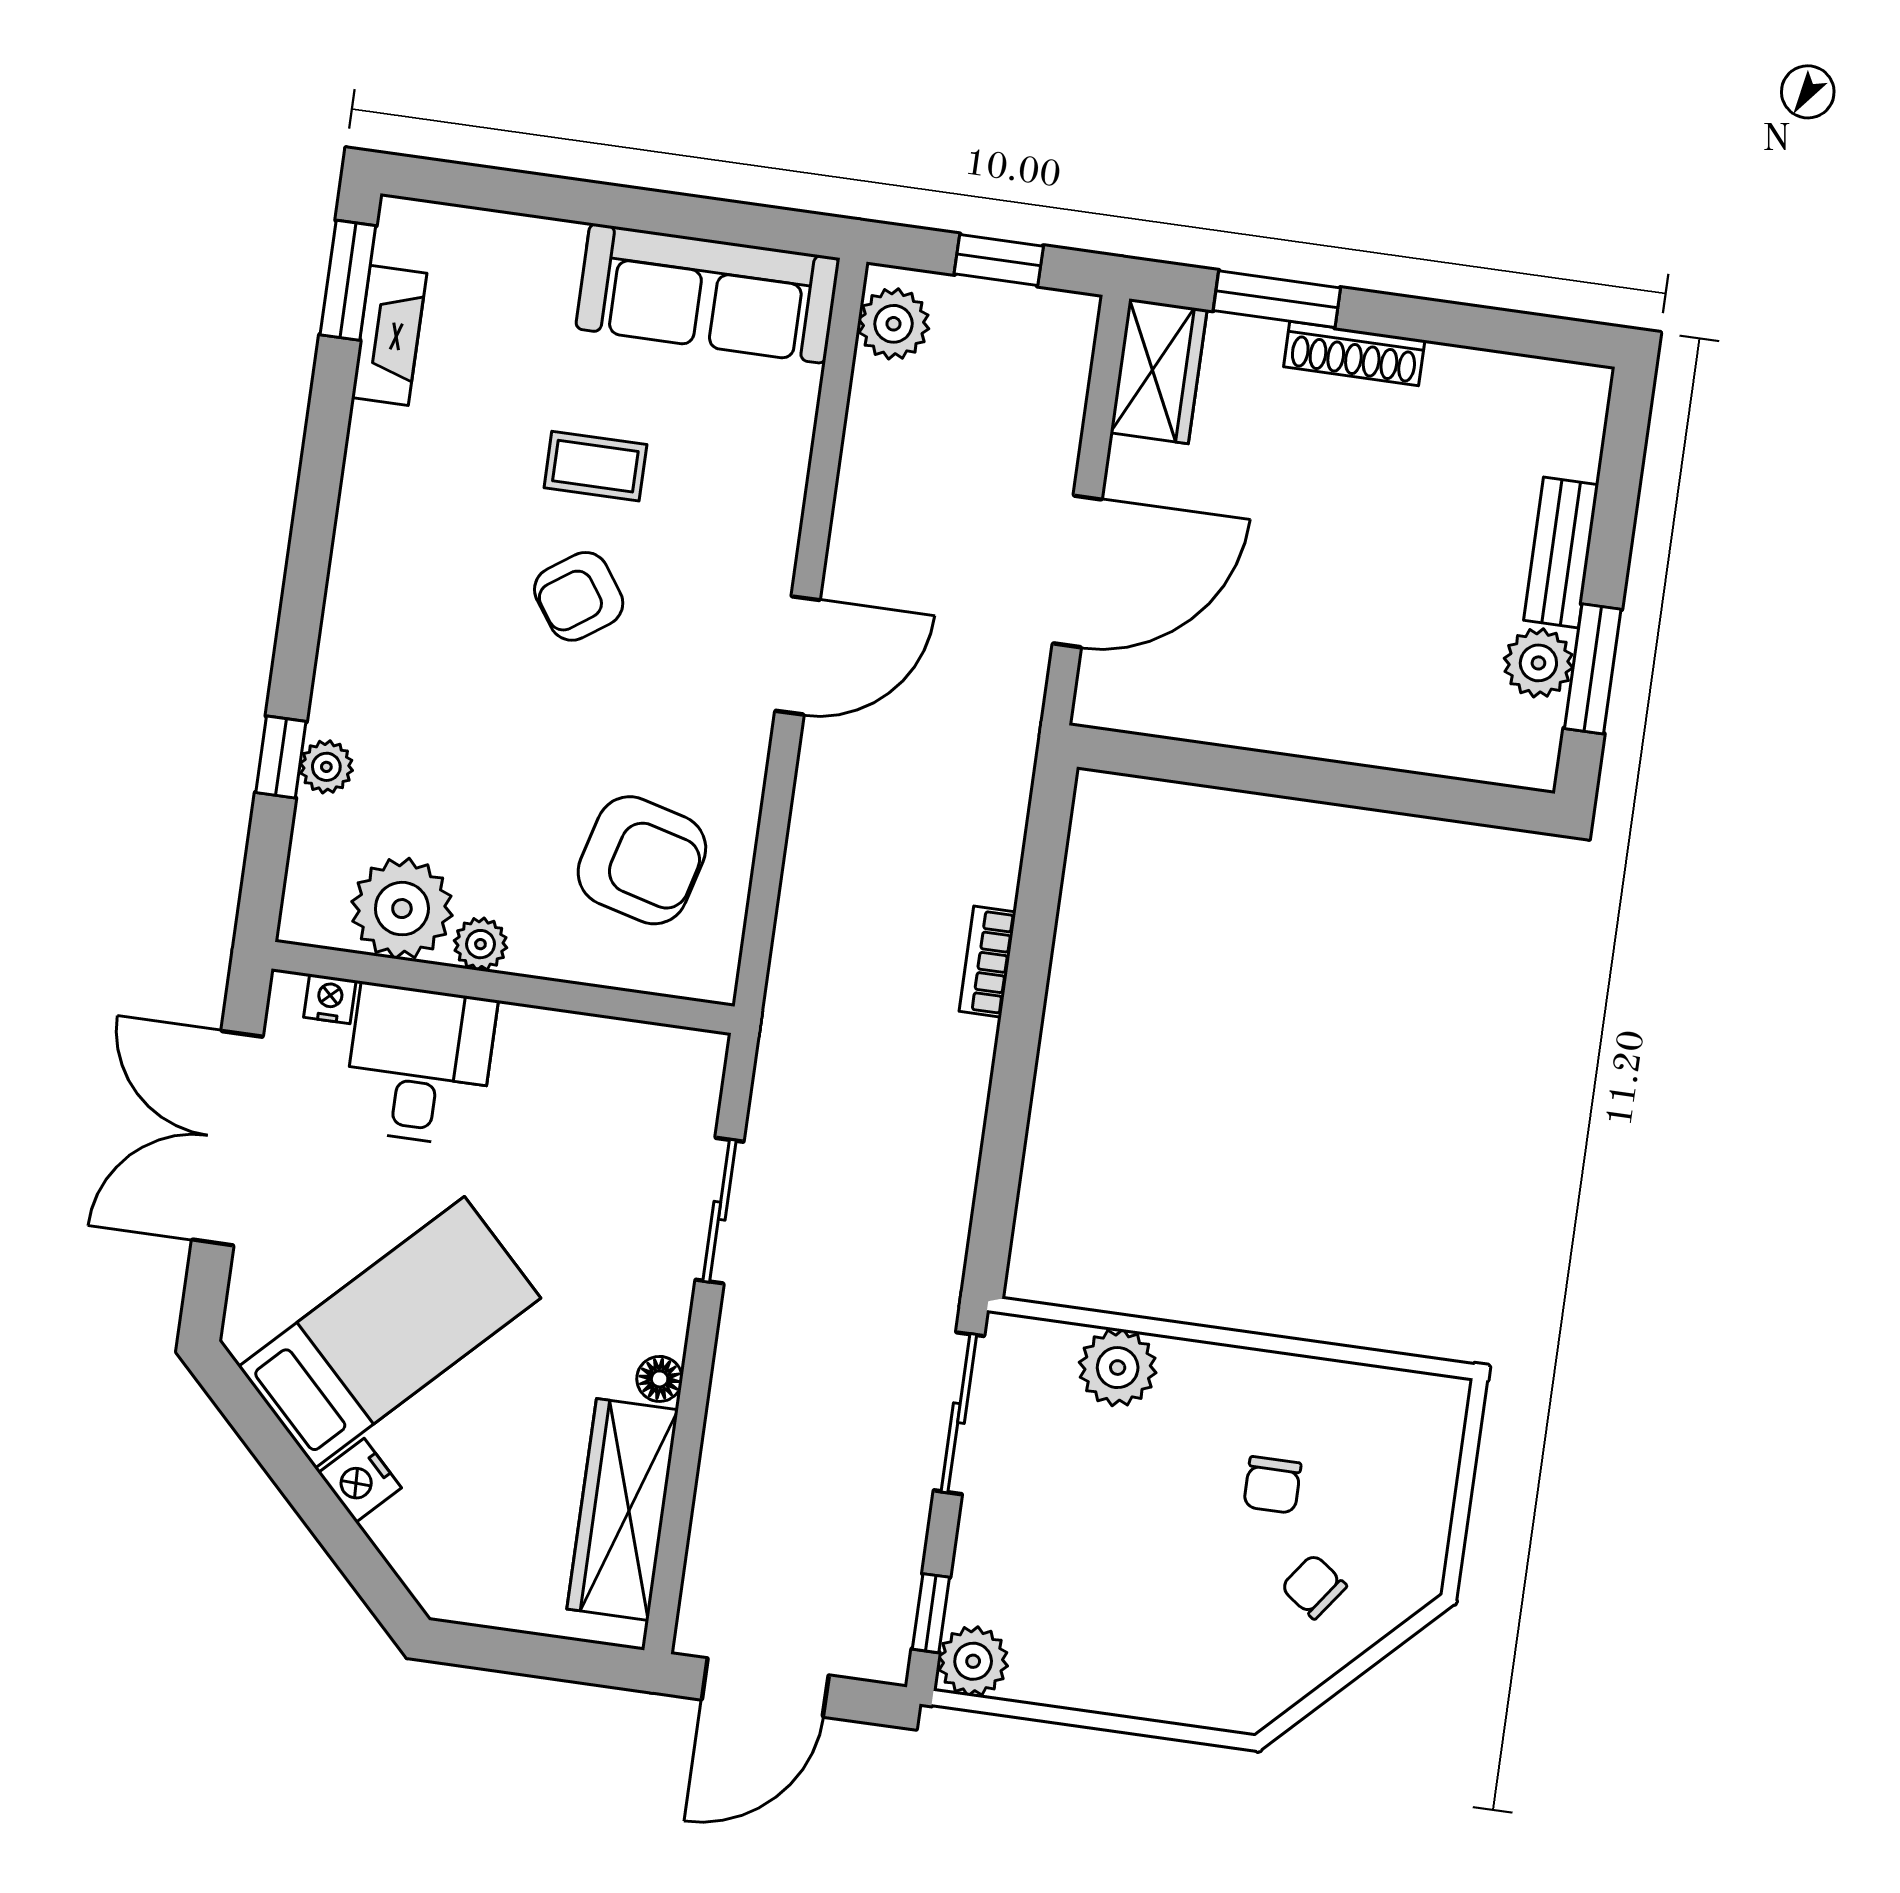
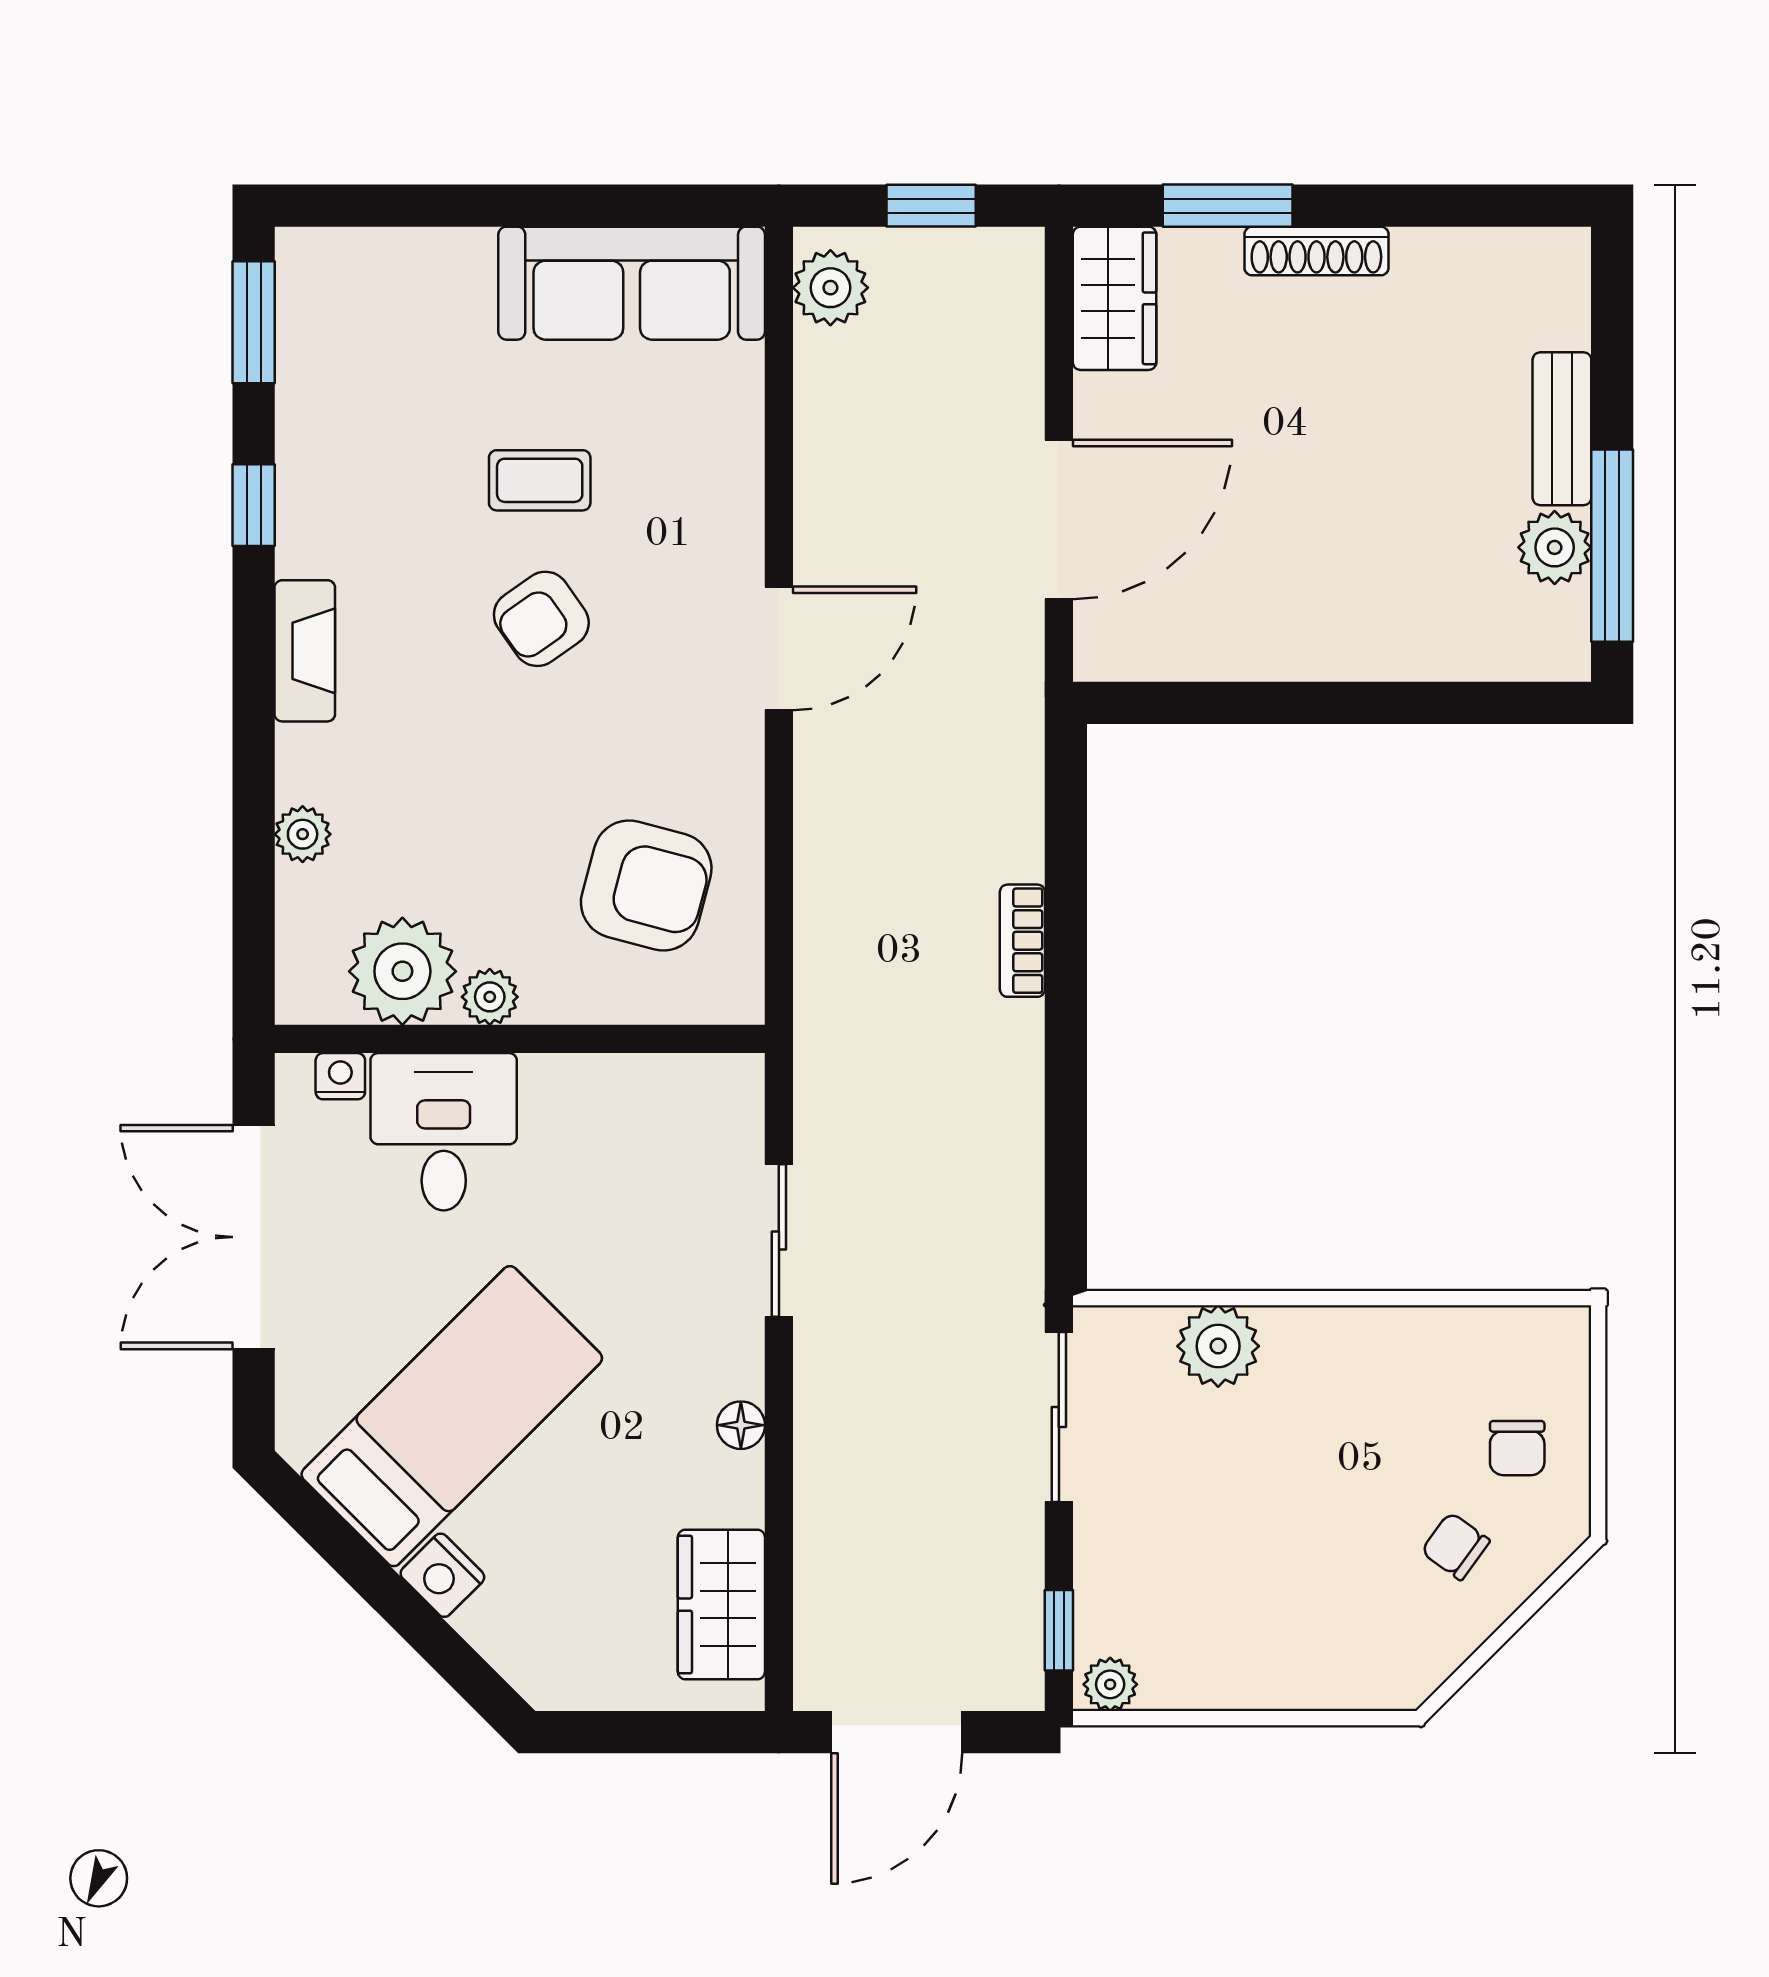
fireplace: (389, 335) -> (305, 651), moved
window: (1593, 669) -> (1612, 546), width x1.44
window: (281, 757) -> (254, 505), moved
chair: (1272, 1485) -> (1517, 1448), moved
wardrobe: (623, 1509) -> (721, 1605), width x0.67
plant: (973, 1661) -> (1110, 1684), width x0.73, depth x0.73

